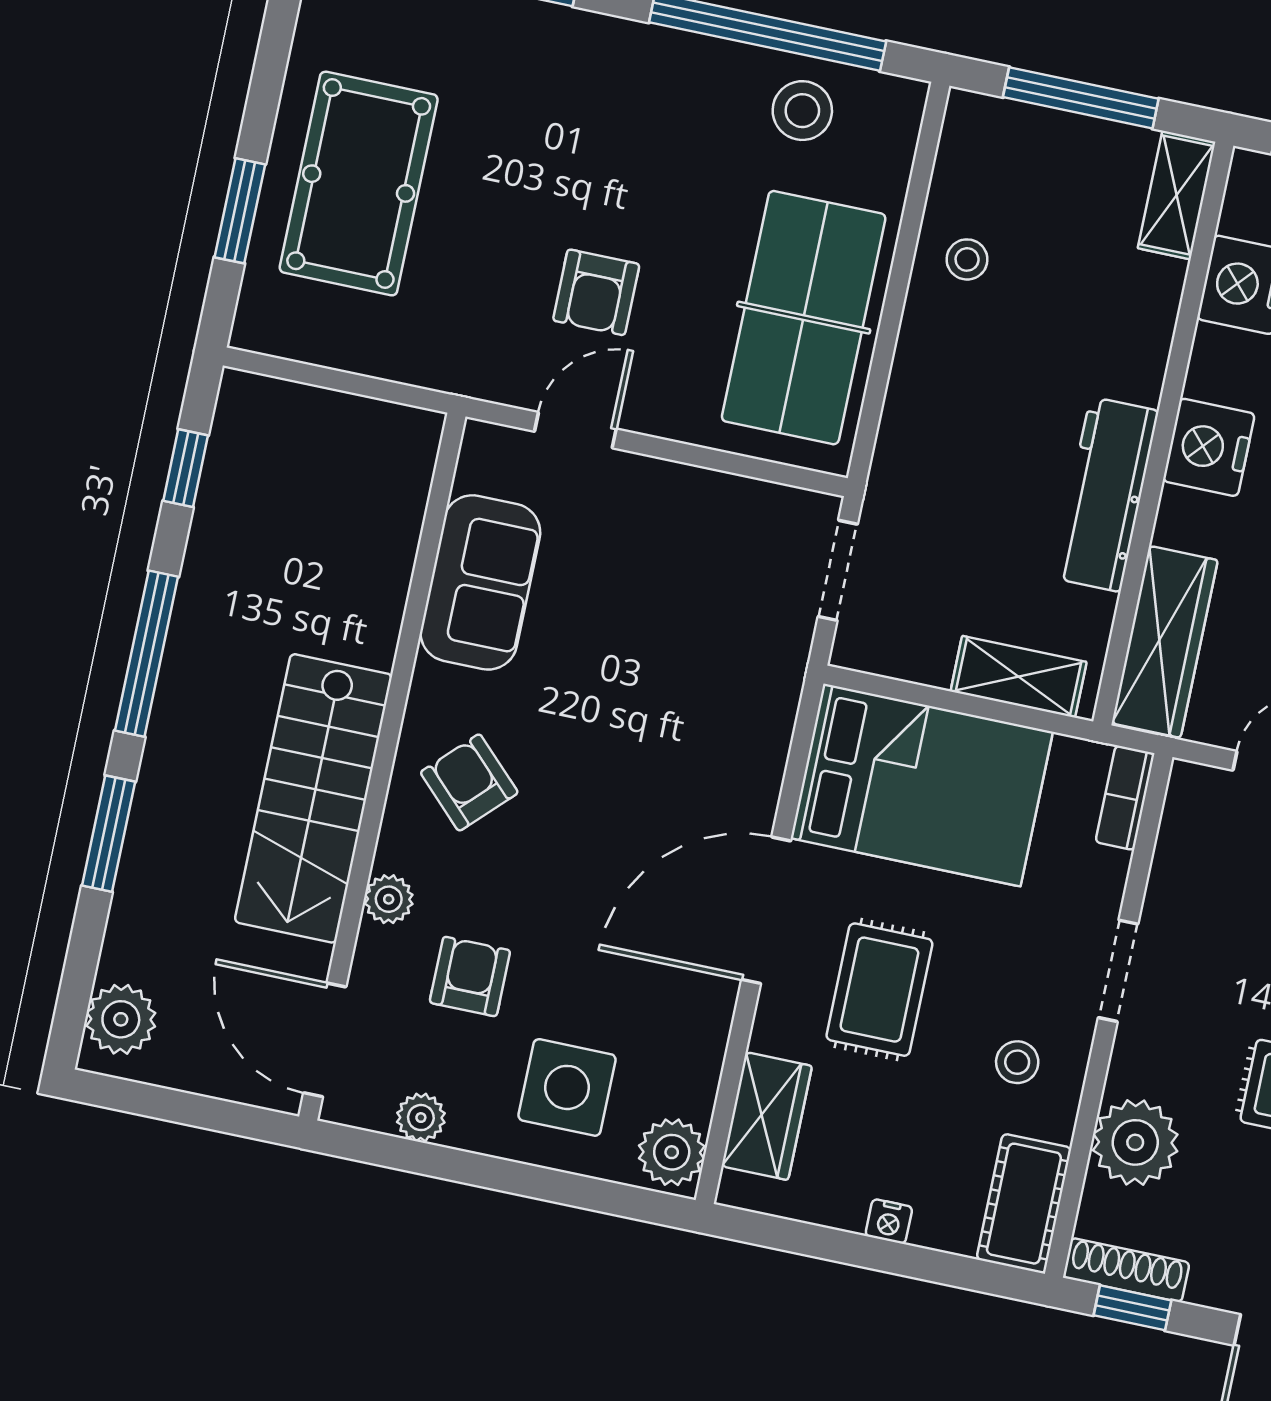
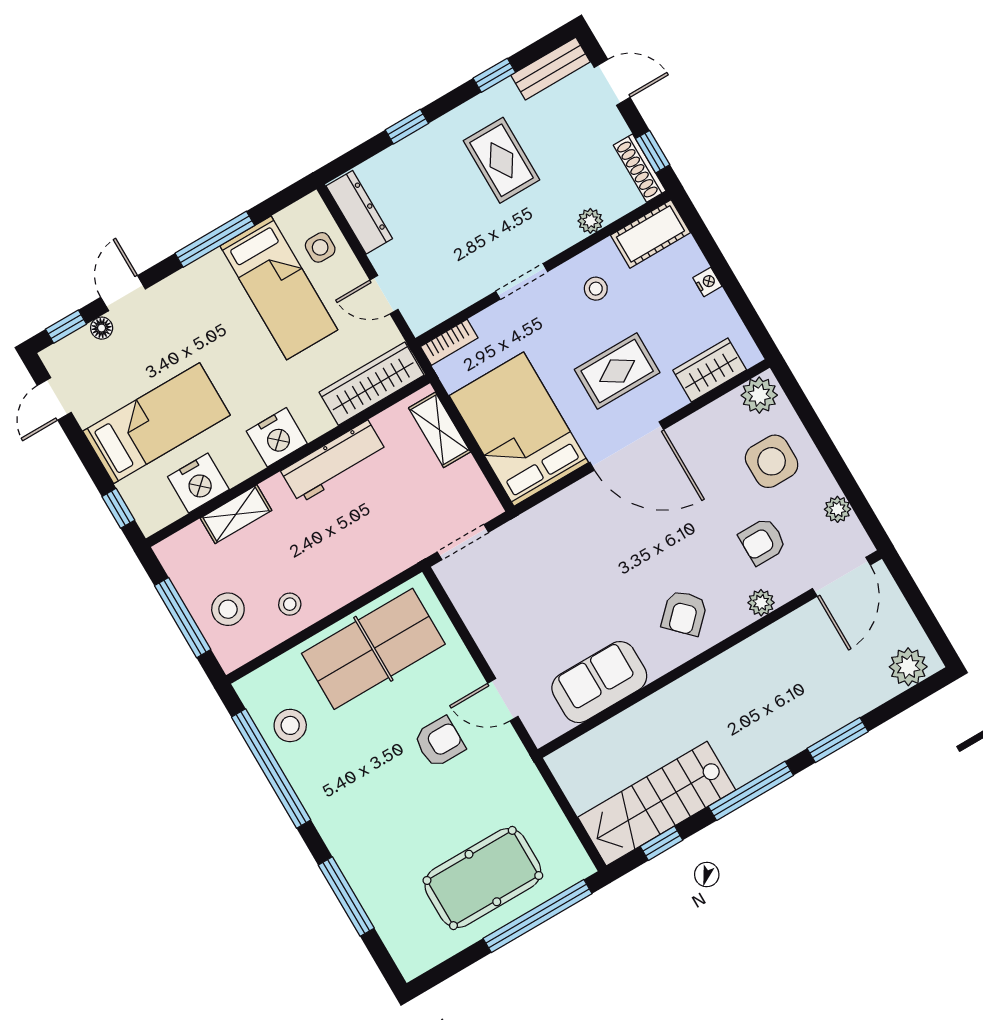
stool: (1036, 170) -> (228, 609), added
shelving: (1177, 195) -> (236, 514), moved
window: (240, 211) -> (538, 916), width x2.11
stairs: (313, 798) -> (657, 804), moved, turned 180
plant: (1135, 1142) -> (590, 221), width x0.53, depth x0.53

